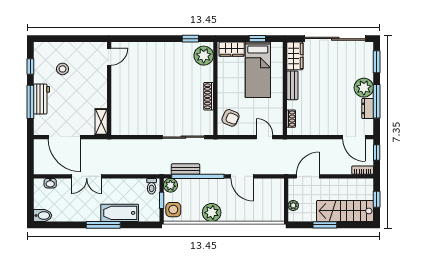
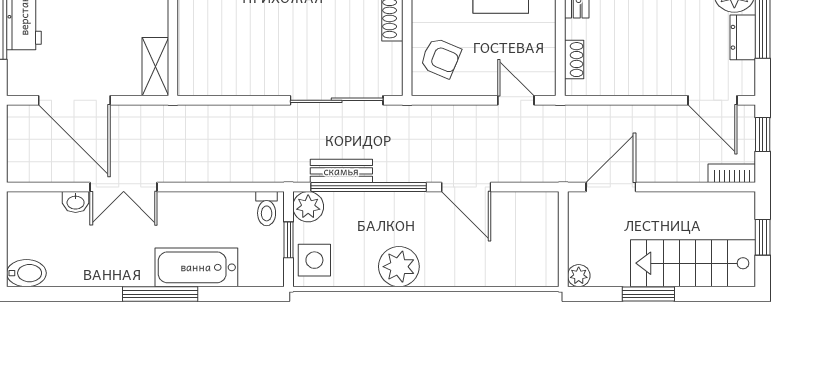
washbasin: (50, 183) -> (76, 202), moved
plant: (293, 206) -> (579, 276), moved

